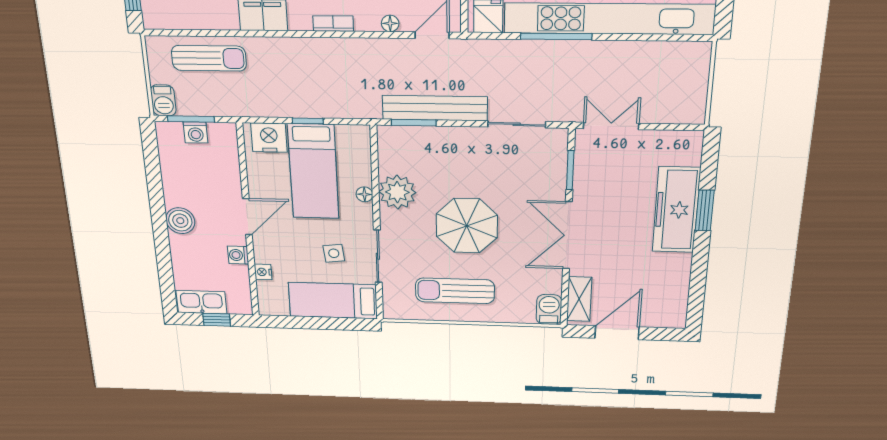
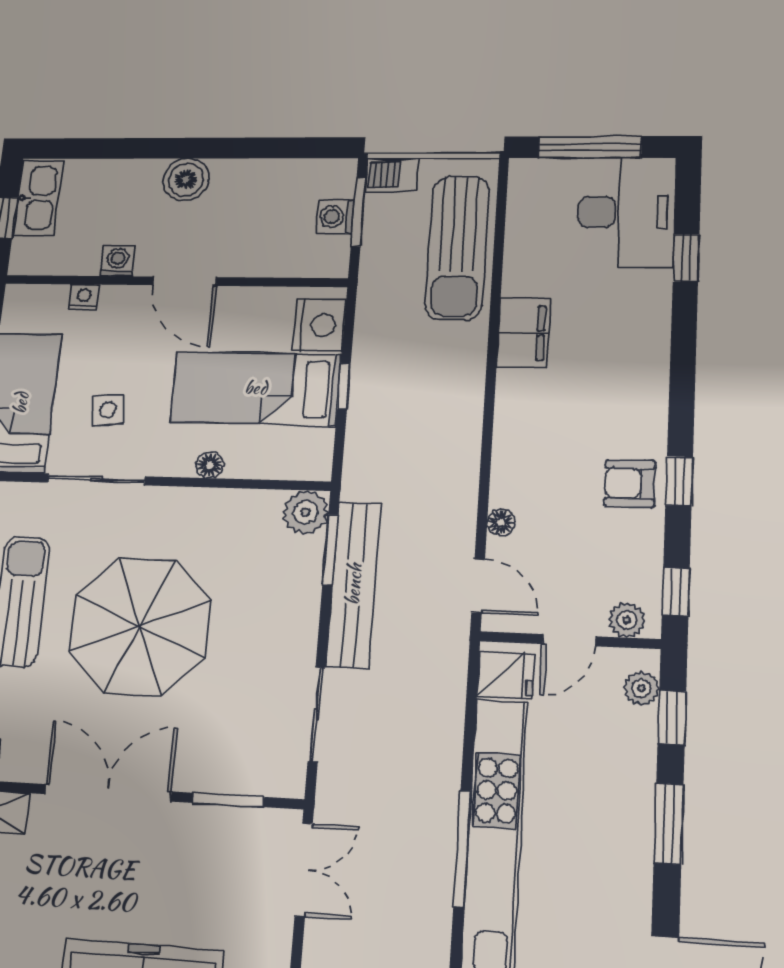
bookcase: (333, 23) -> (505, 436), removed
window: (556, 36) -> (462, 848), moved
sun lounger: (209, 58) -> (457, 248), width x1.36, depth x1.34
plant: (397, 192) -> (306, 512), moved, width x0.73, depth x0.73
parasol: (467, 226) -> (140, 626), width x1.36, depth x1.36

